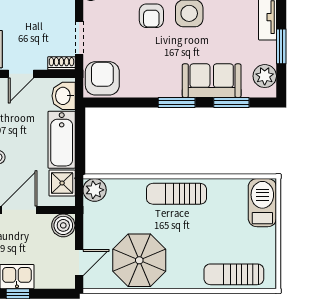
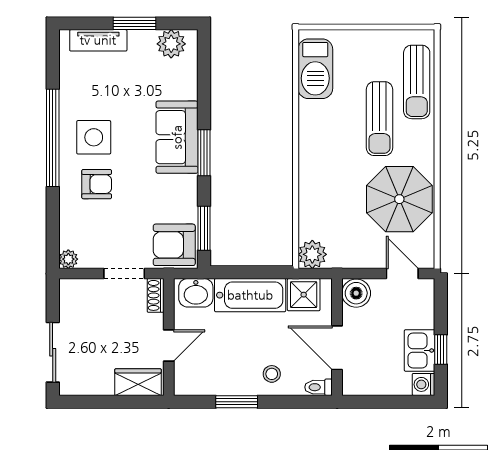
door: (21, 74) -> (169, 345), hinge flipped
sofa: (212, 81) -> (177, 137), moved
window: (231, 102) -> (204, 228), moved
sun lounger: (176, 194) -> (379, 119), moved
barbecue: (262, 203) -> (315, 69), moved, turned -90

